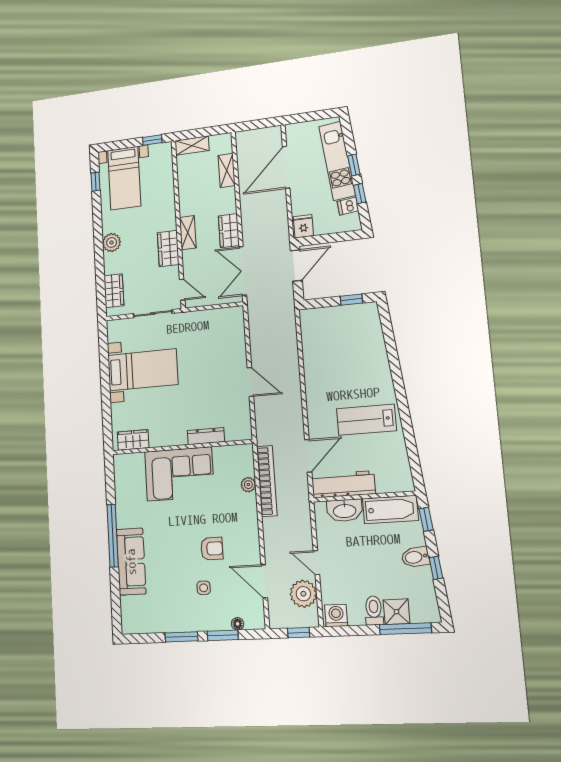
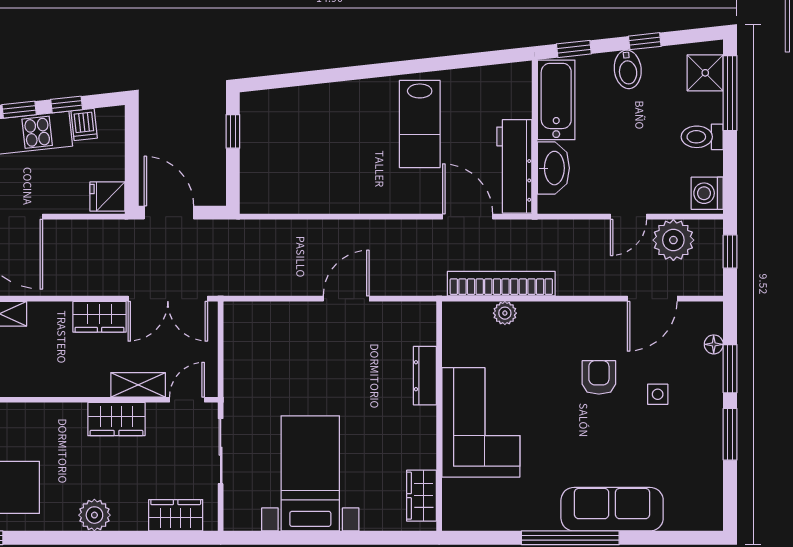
shelving: (188, 233) -> (138, 385), moved
shower: (397, 612) -> (705, 73), moved

